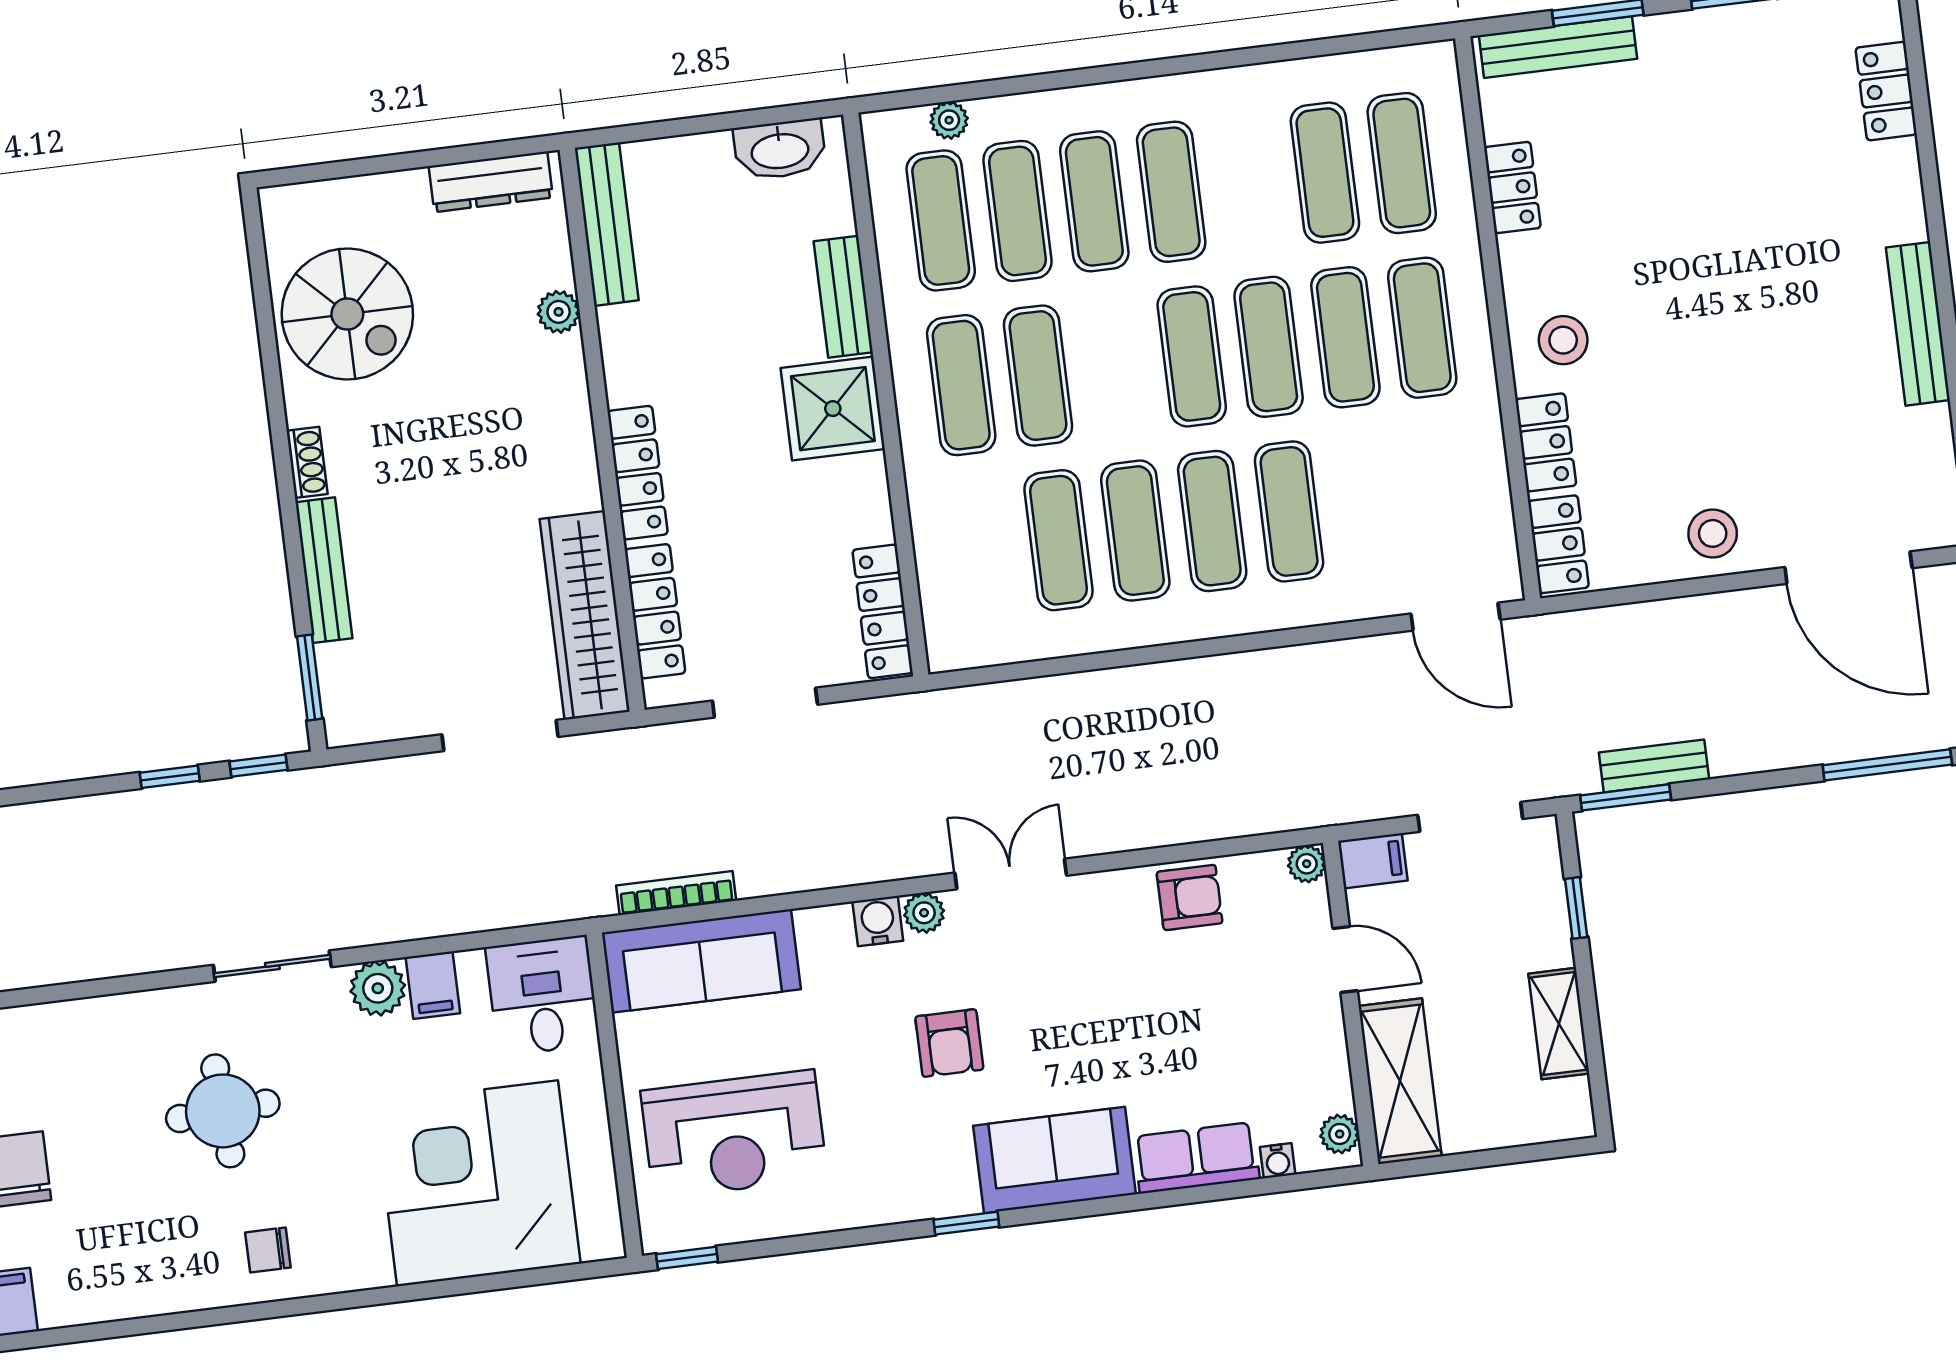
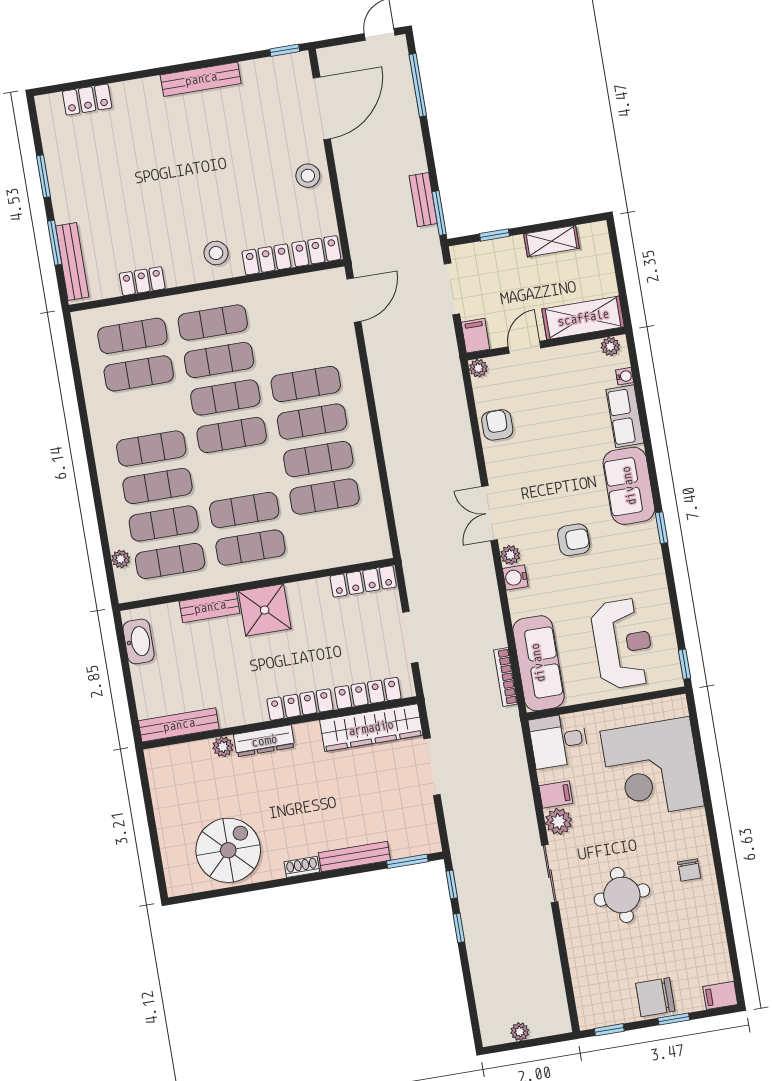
dresser: (491, 182) -> (264, 741), moved, turned 90

